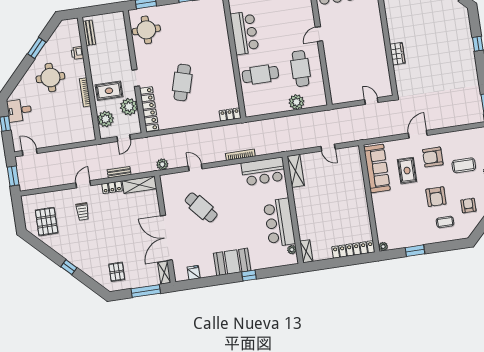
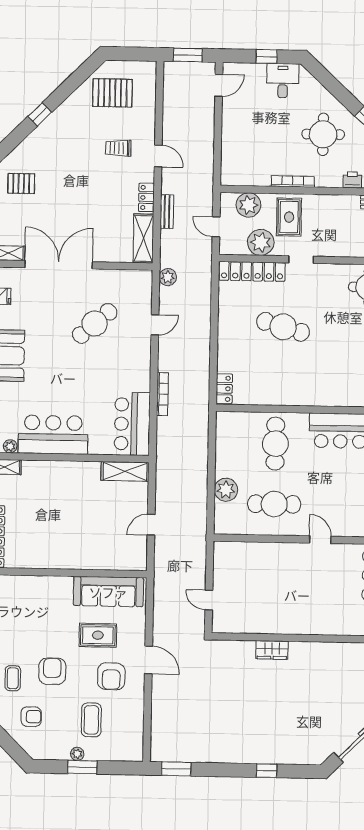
door: (371, 101) -> (209, 600), swing flipped
armchair: (433, 157) -> (111, 676), turned 180
armchair: (436, 197) -> (52, 671), turned 90

